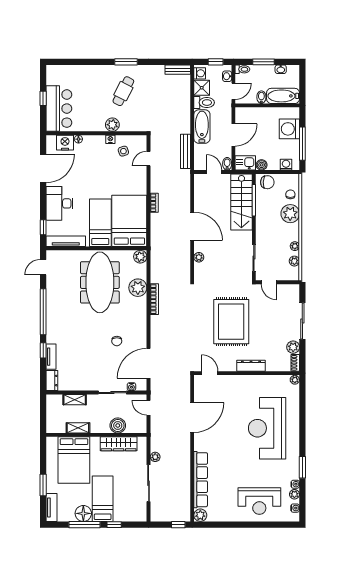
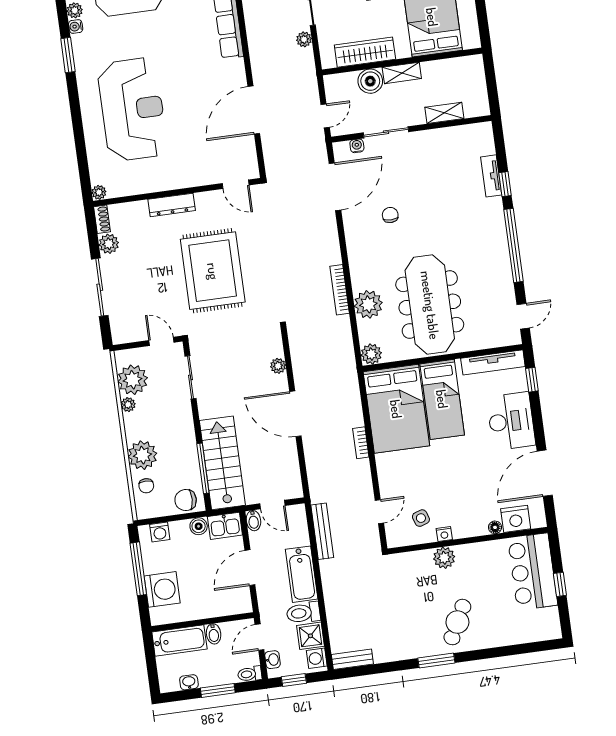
cafe table: (123, 91) -> (457, 622), moved
plant: (294, 261) -> (133, 380), width x1.88, depth x1.88
dresser: (52, 381) -> (485, 138), removed
door: (149, 408) -> (325, 116), hinge flipped
shelving: (78, 428) -> (402, 73), moved

